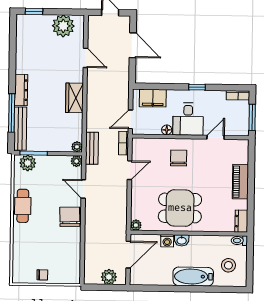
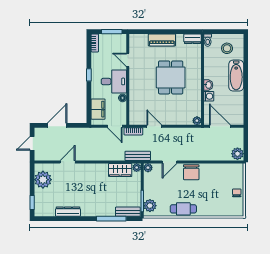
dresser: (21, 90) -> (68, 212), moved
wardrobe: (74, 98) -> (120, 170), moved
bench: (20, 129) -> (128, 212), width x0.73
chair: (179, 158) -> (144, 88), removed
dining table: (180, 208) -> (171, 77), moved
chair: (70, 217) -> (191, 172), turned -88
plant: (109, 277) -> (237, 154), moved

